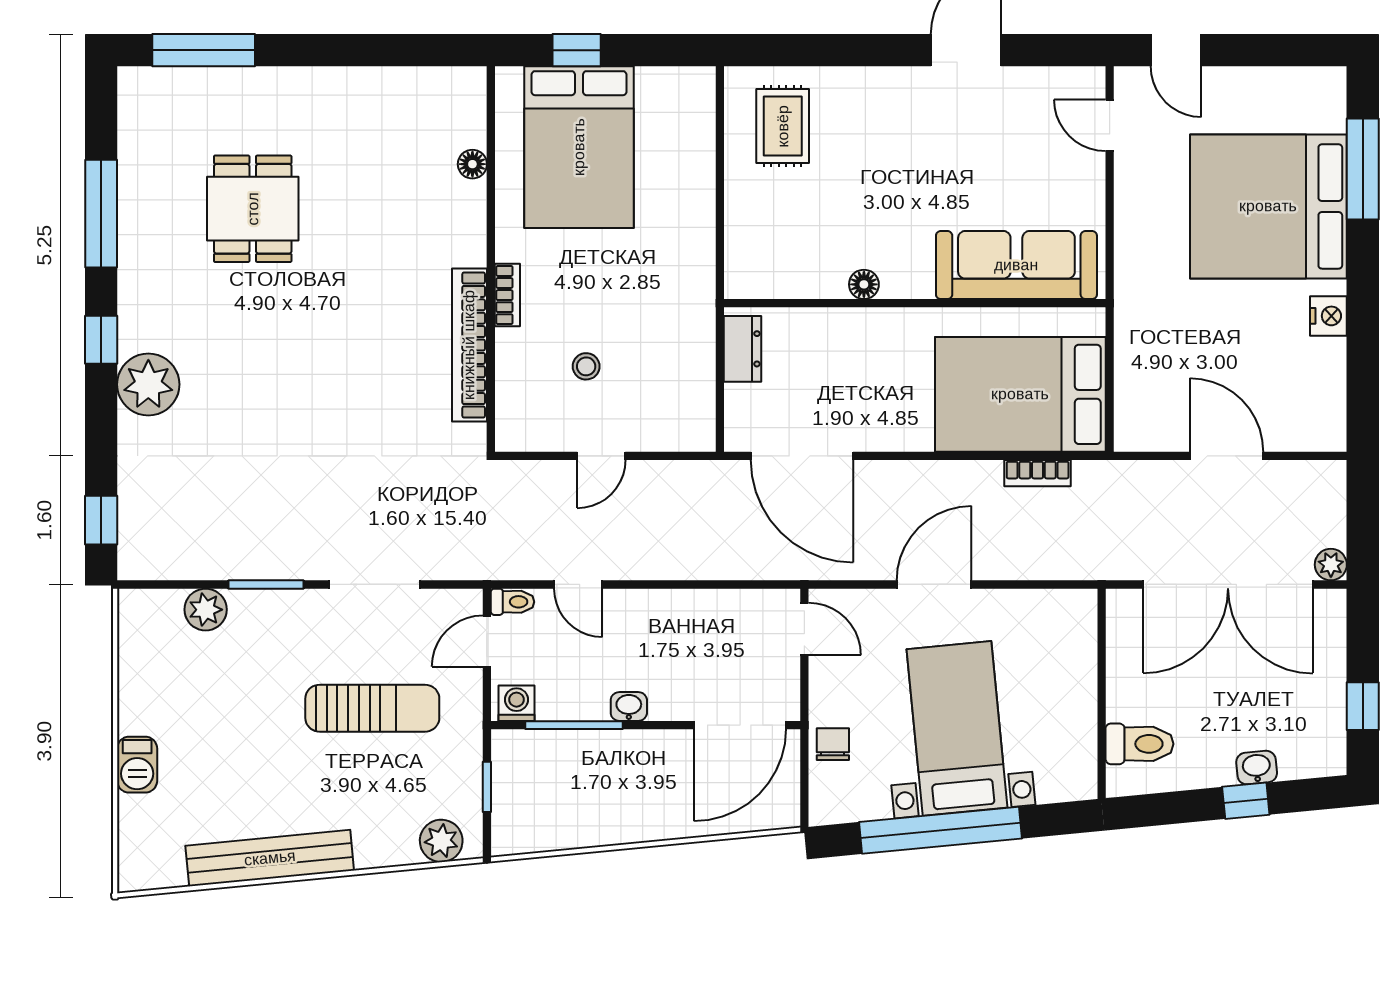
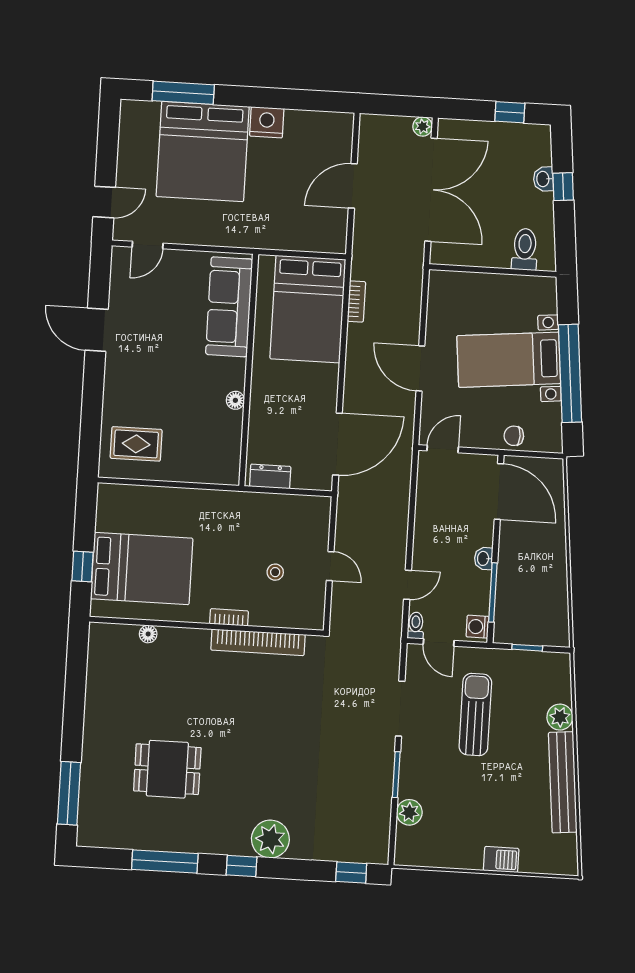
nightstand: (1328, 316) -> (267, 122), width x1.36, depth x1.33
plant: (441, 841) -> (560, 717), moved

